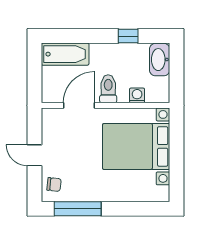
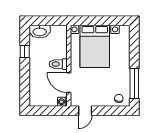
bathtub: (65, 54) -> (36, 91), removed
washing machine: (137, 95) -> (62, 102), moved
door: (35, 155) -> (85, 111), moved

